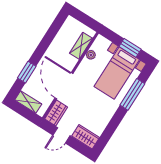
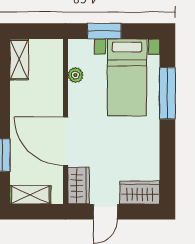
shelving: (81, 46) -> (19, 59), moved
window: (130, 48) -> (104, 31), moved

